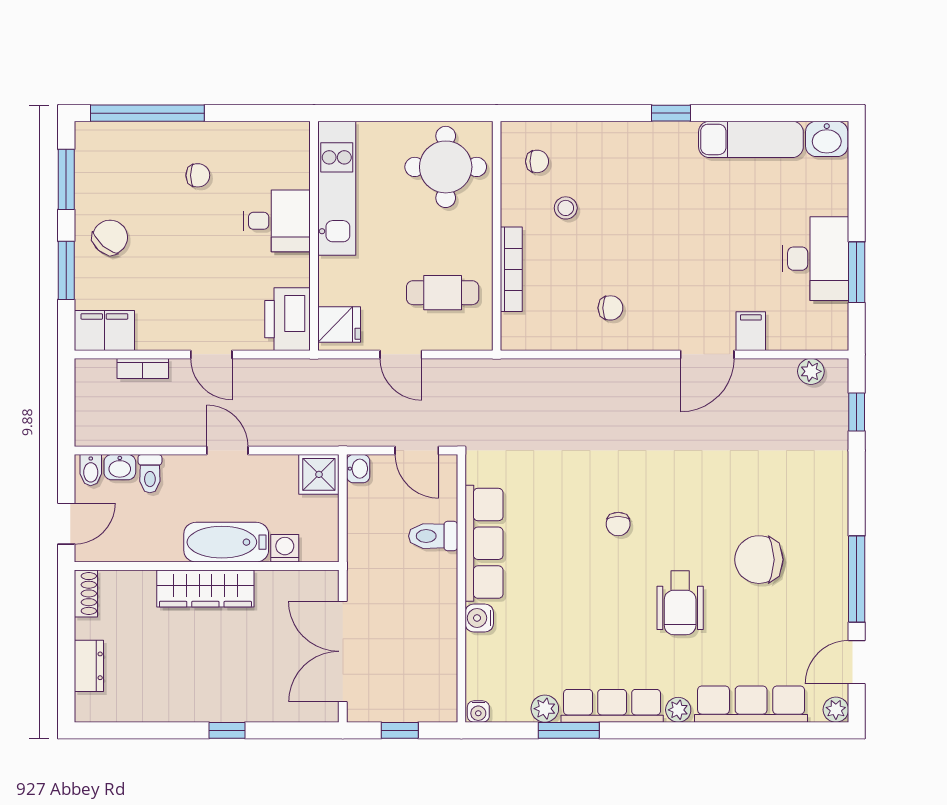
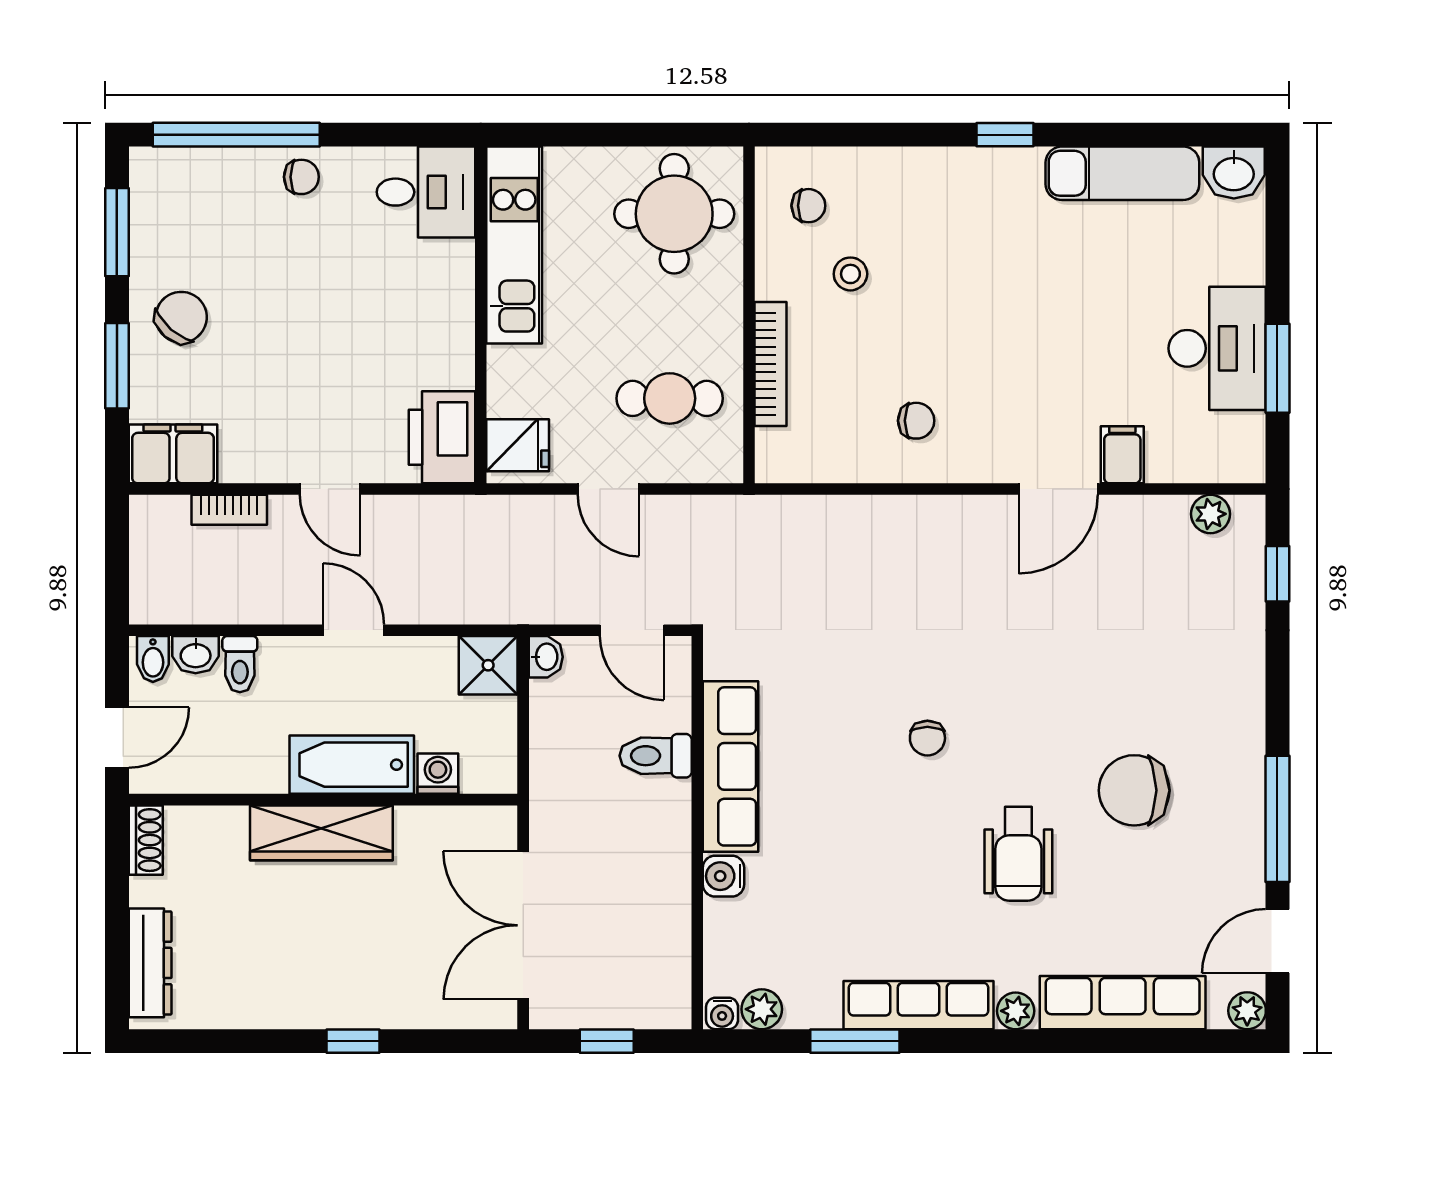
chair: (198, 175) -> (301, 177), moved
desk: (277, 221) -> (426, 192), moved
dresser: (89, 666) -> (150, 963), width x1.44
plant: (545, 709) -> (762, 1009), moved

